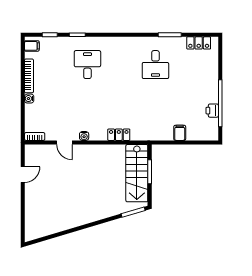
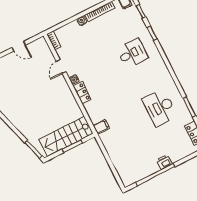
desk: (155, 65) -> (160, 108), width x1.37
printer: (212, 111) -> (164, 162), moved
filing cabinet: (180, 133) -> (101, 127), moved
locker: (119, 135) -> (82, 93), moved

